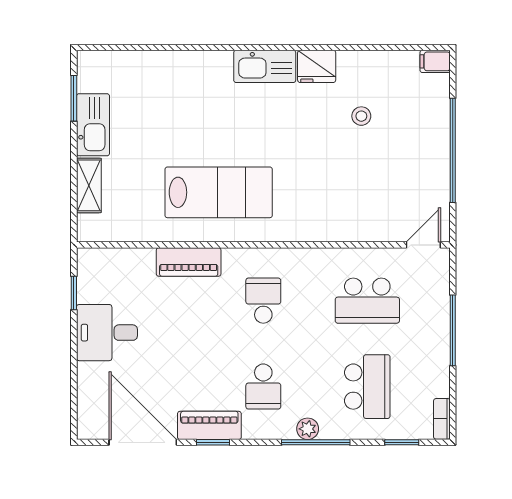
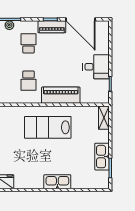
kitchen sink: (265, 66) -> (57, 182), moved
shelving: (89, 185) -> (104, 118), moved
piano: (189, 262) -> (61, 95), width x1.37, depth x1.33

